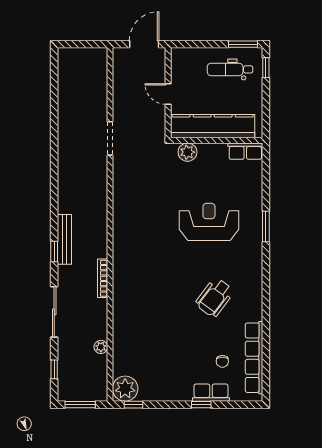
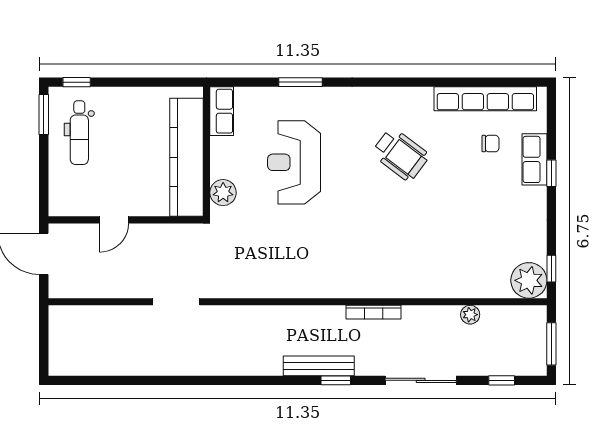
kitchen counter: (213, 126) -> (187, 157), moved
wall: (217, 140) -> (207, 152), moved
row of seats: (245, 151) -> (222, 111), moved
plant: (188, 152) -> (223, 193), moved

